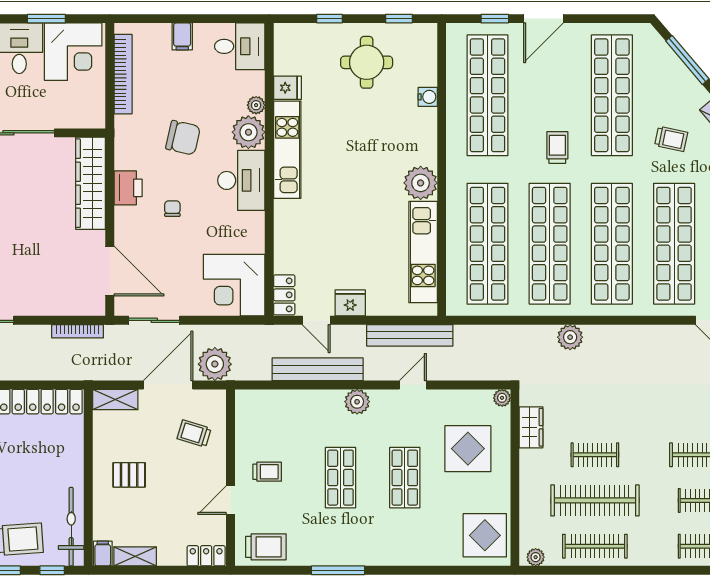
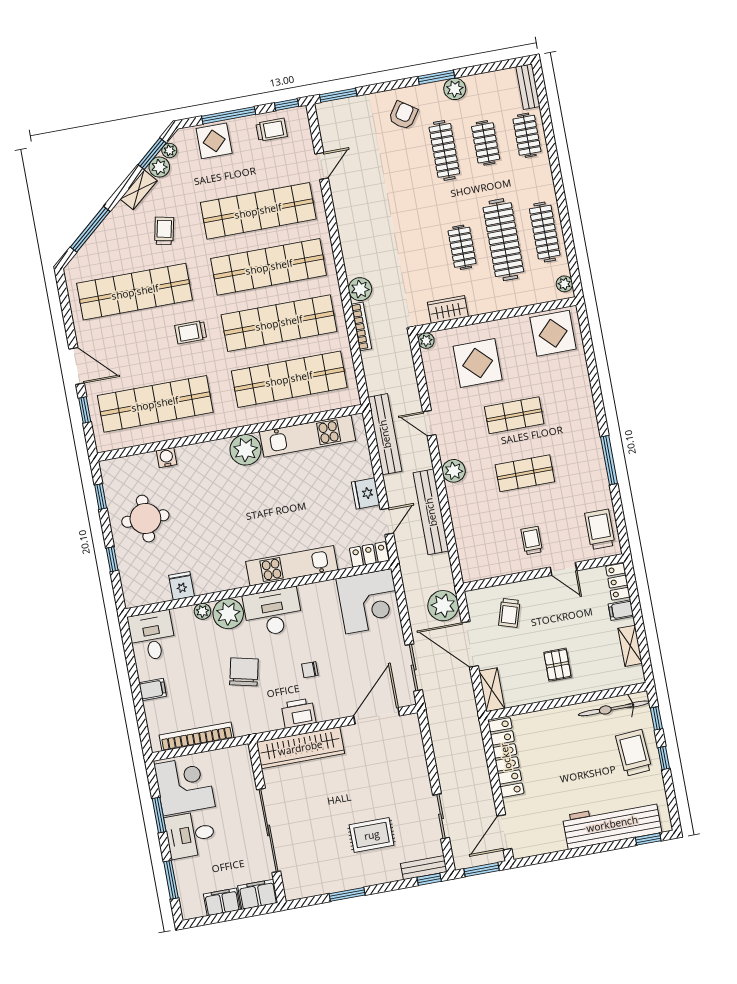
kitchen unit: (287, 150) -> (292, 566), moved
bookcase: (78, 331) -> (361, 326), moved
filing cabinet: (103, 554) -> (621, 610), moved

